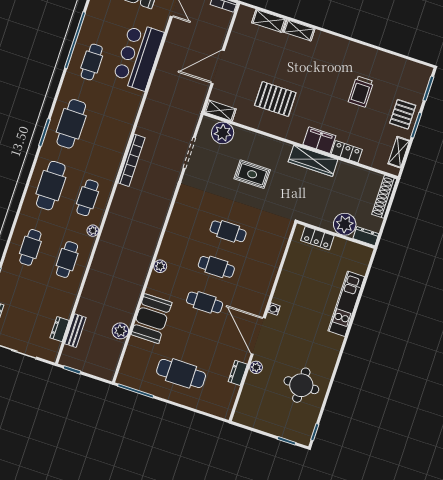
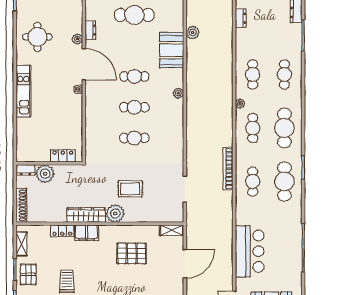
cafe table: (92, 62) -> (253, 181), moved
plant: (223, 133) -> (115, 213), moved
kitchen unit: (346, 304) -> (23, 91), moved
bench: (75, 331) -> (228, 21), removed

